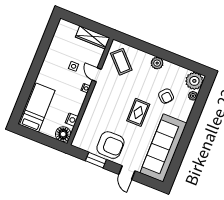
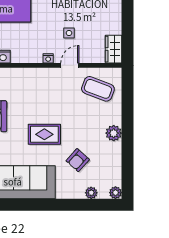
wardrobe: (93, 37) -> (114, 49), width x0.67
coffee table: (121, 62) -> (98, 89), turned 65
plant: (194, 81) -> (115, 193), width x0.53, depth x0.53

